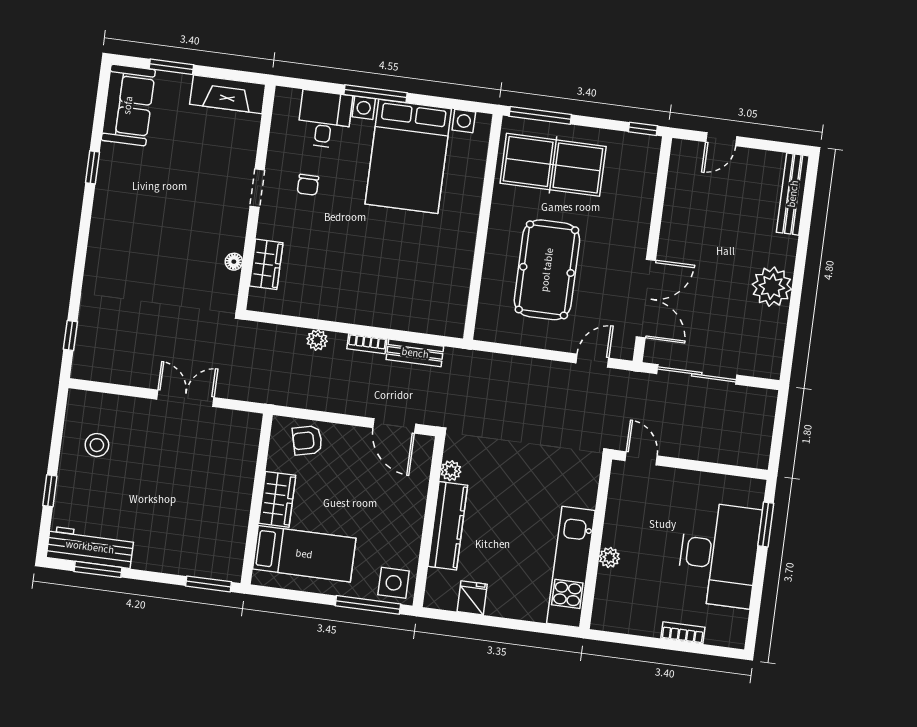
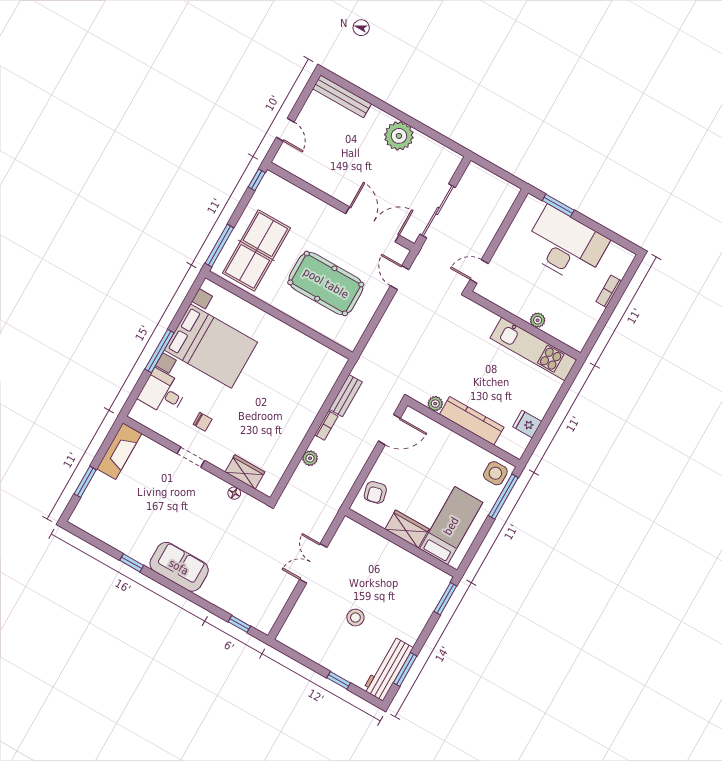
sofa: (128, 105) -> (179, 567), moved
stool: (97, 445) -> (355, 618), moved

